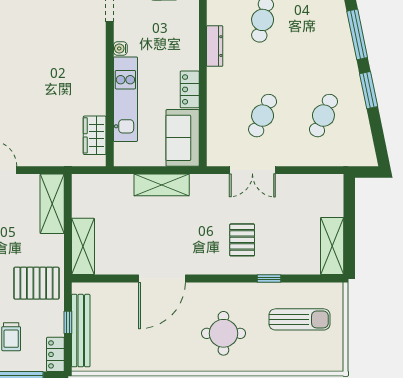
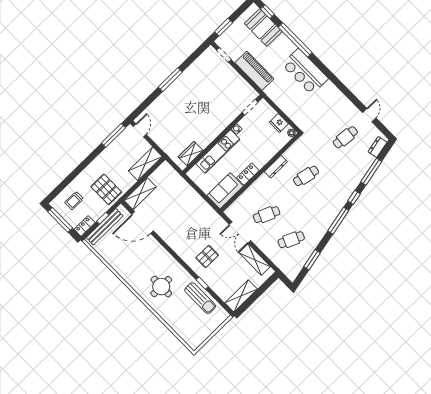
window: (369, 90) -> (312, 260), moved
shelving: (162, 185) -> (255, 260), moved
door: (162, 279) -> (143, 223), moved
sun lounger: (300, 319) -> (200, 298), moved

